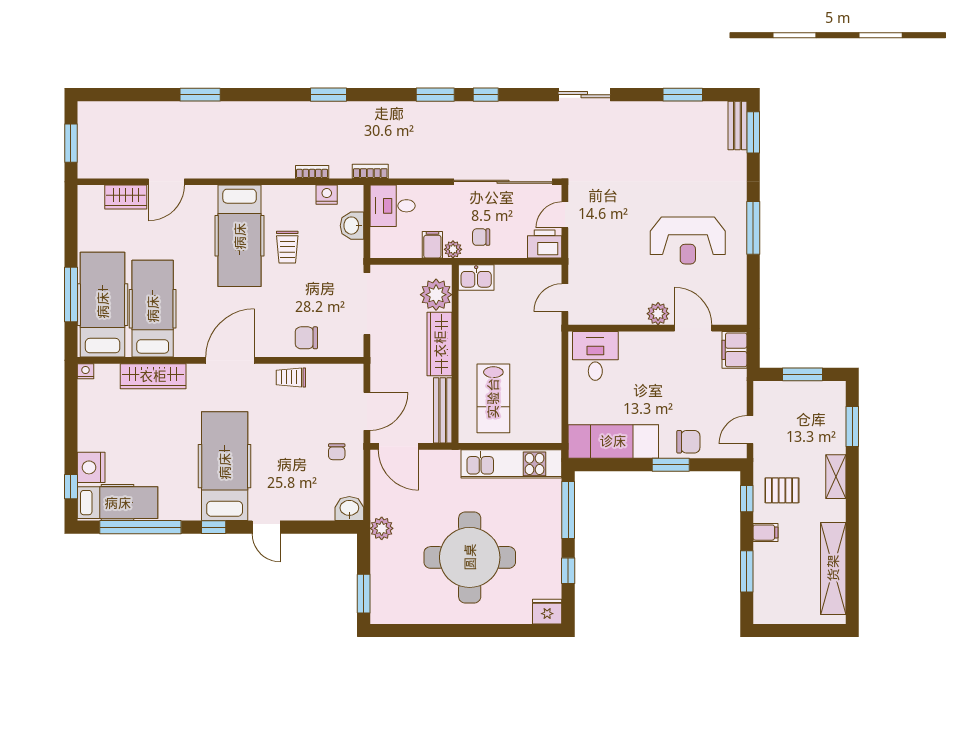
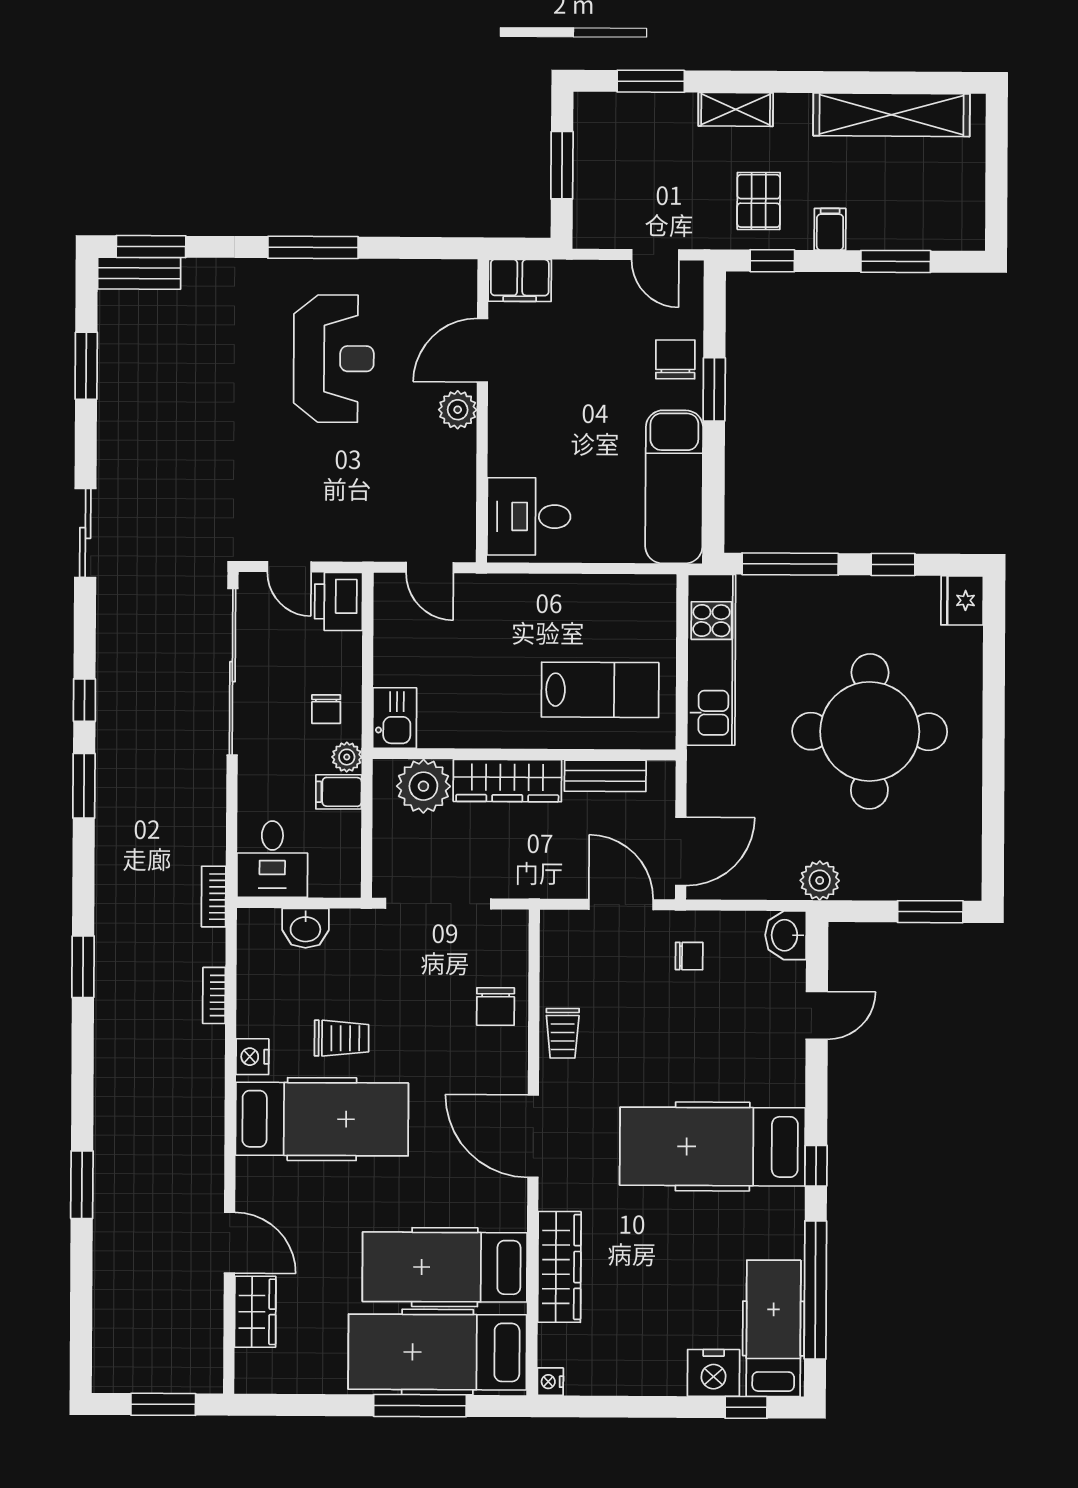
nightstand: (327, 195) -> (252, 1057), moved
bench: (443, 410) -> (605, 776), width x0.73
door: (266, 527) -> (817, 1015), moved

